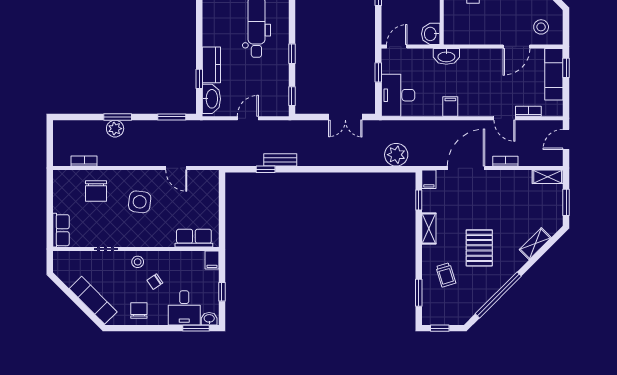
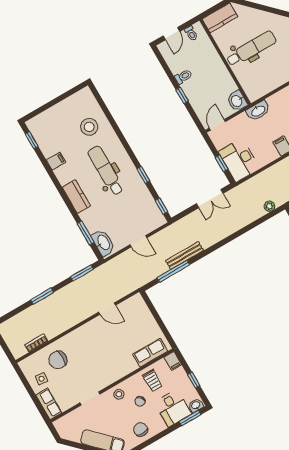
kitchen counter: (211, 65) -> (76, 197), moved
window: (378, 72) -> (222, 163), moved
window: (199, 79) -> (86, 233), width x1.50
door: (248, 118) -> (138, 241), swing flipped
plant: (115, 129) -> (45, 306), removed
plant: (396, 155) -> (269, 206), width x0.53, depth x0.53
bench: (280, 160) -> (185, 256), width x1.36
window: (266, 169) -> (173, 271), width x2.17
chair: (96, 191) -> (58, 360), turned 90
side table: (140, 202) -> (42, 379), moved, width x0.54, depth x0.54
trolley: (180, 268) -> (153, 381), added

